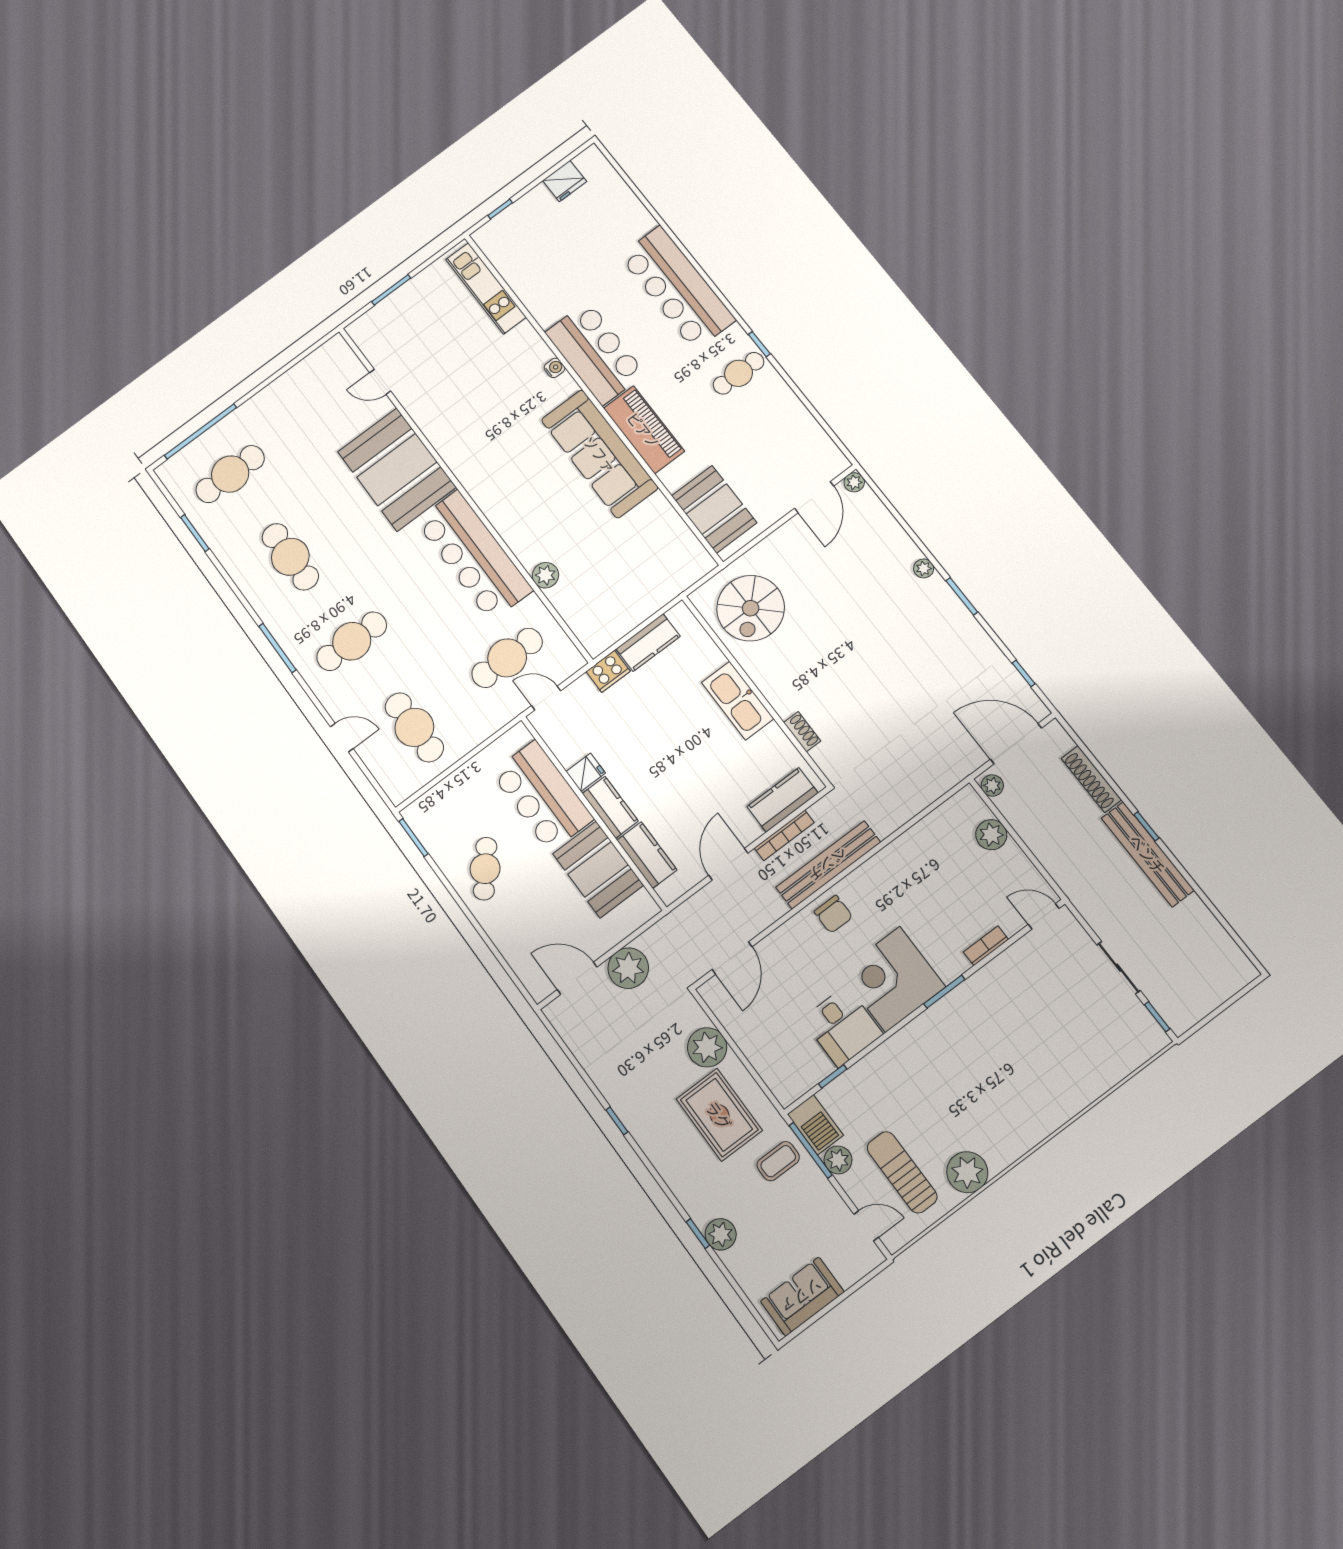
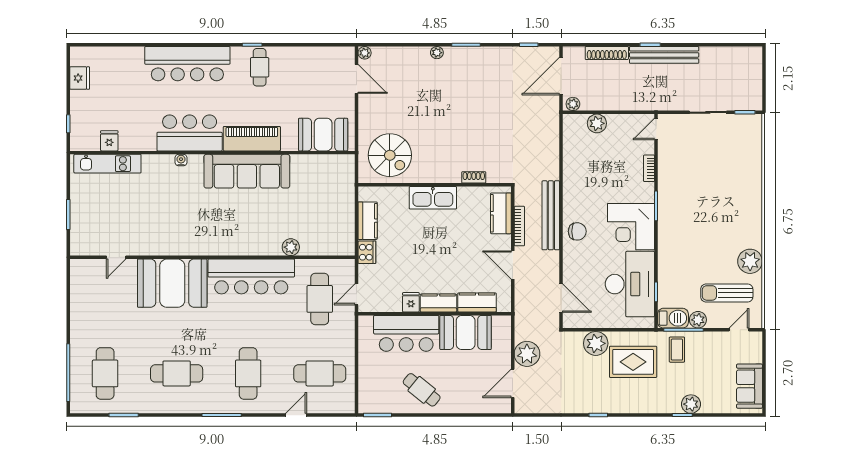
fridge: (515, 270) -> (109, 141), added
desk: (842, 1026) -> (630, 284), width x1.87, depth x1.30

